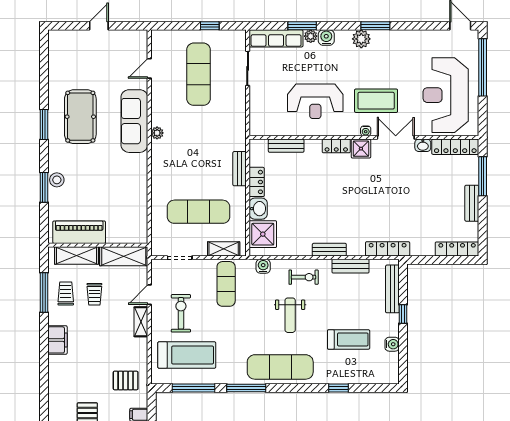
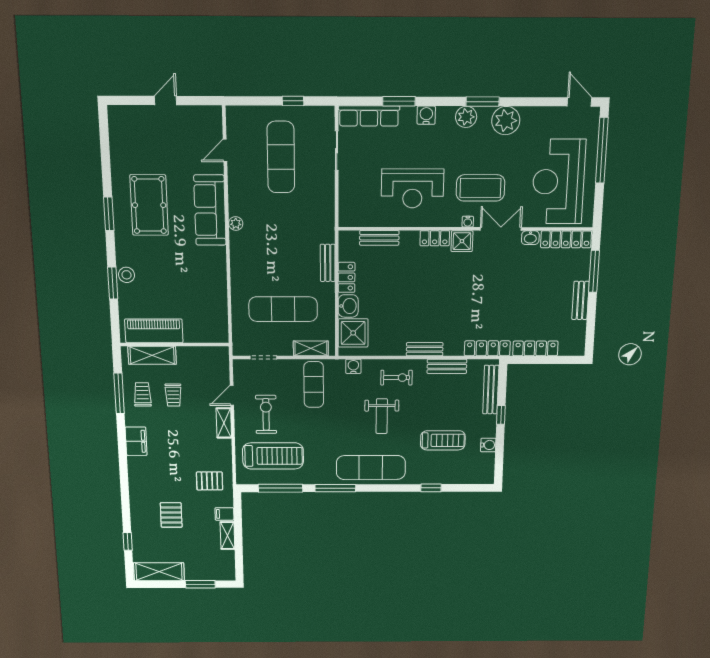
plant: (311, 36) -> (506, 121), moved, width x1.87, depth x1.87
locker: (457, 249) -> (535, 348), moved
shelving: (124, 256) -> (203, 356), removed

